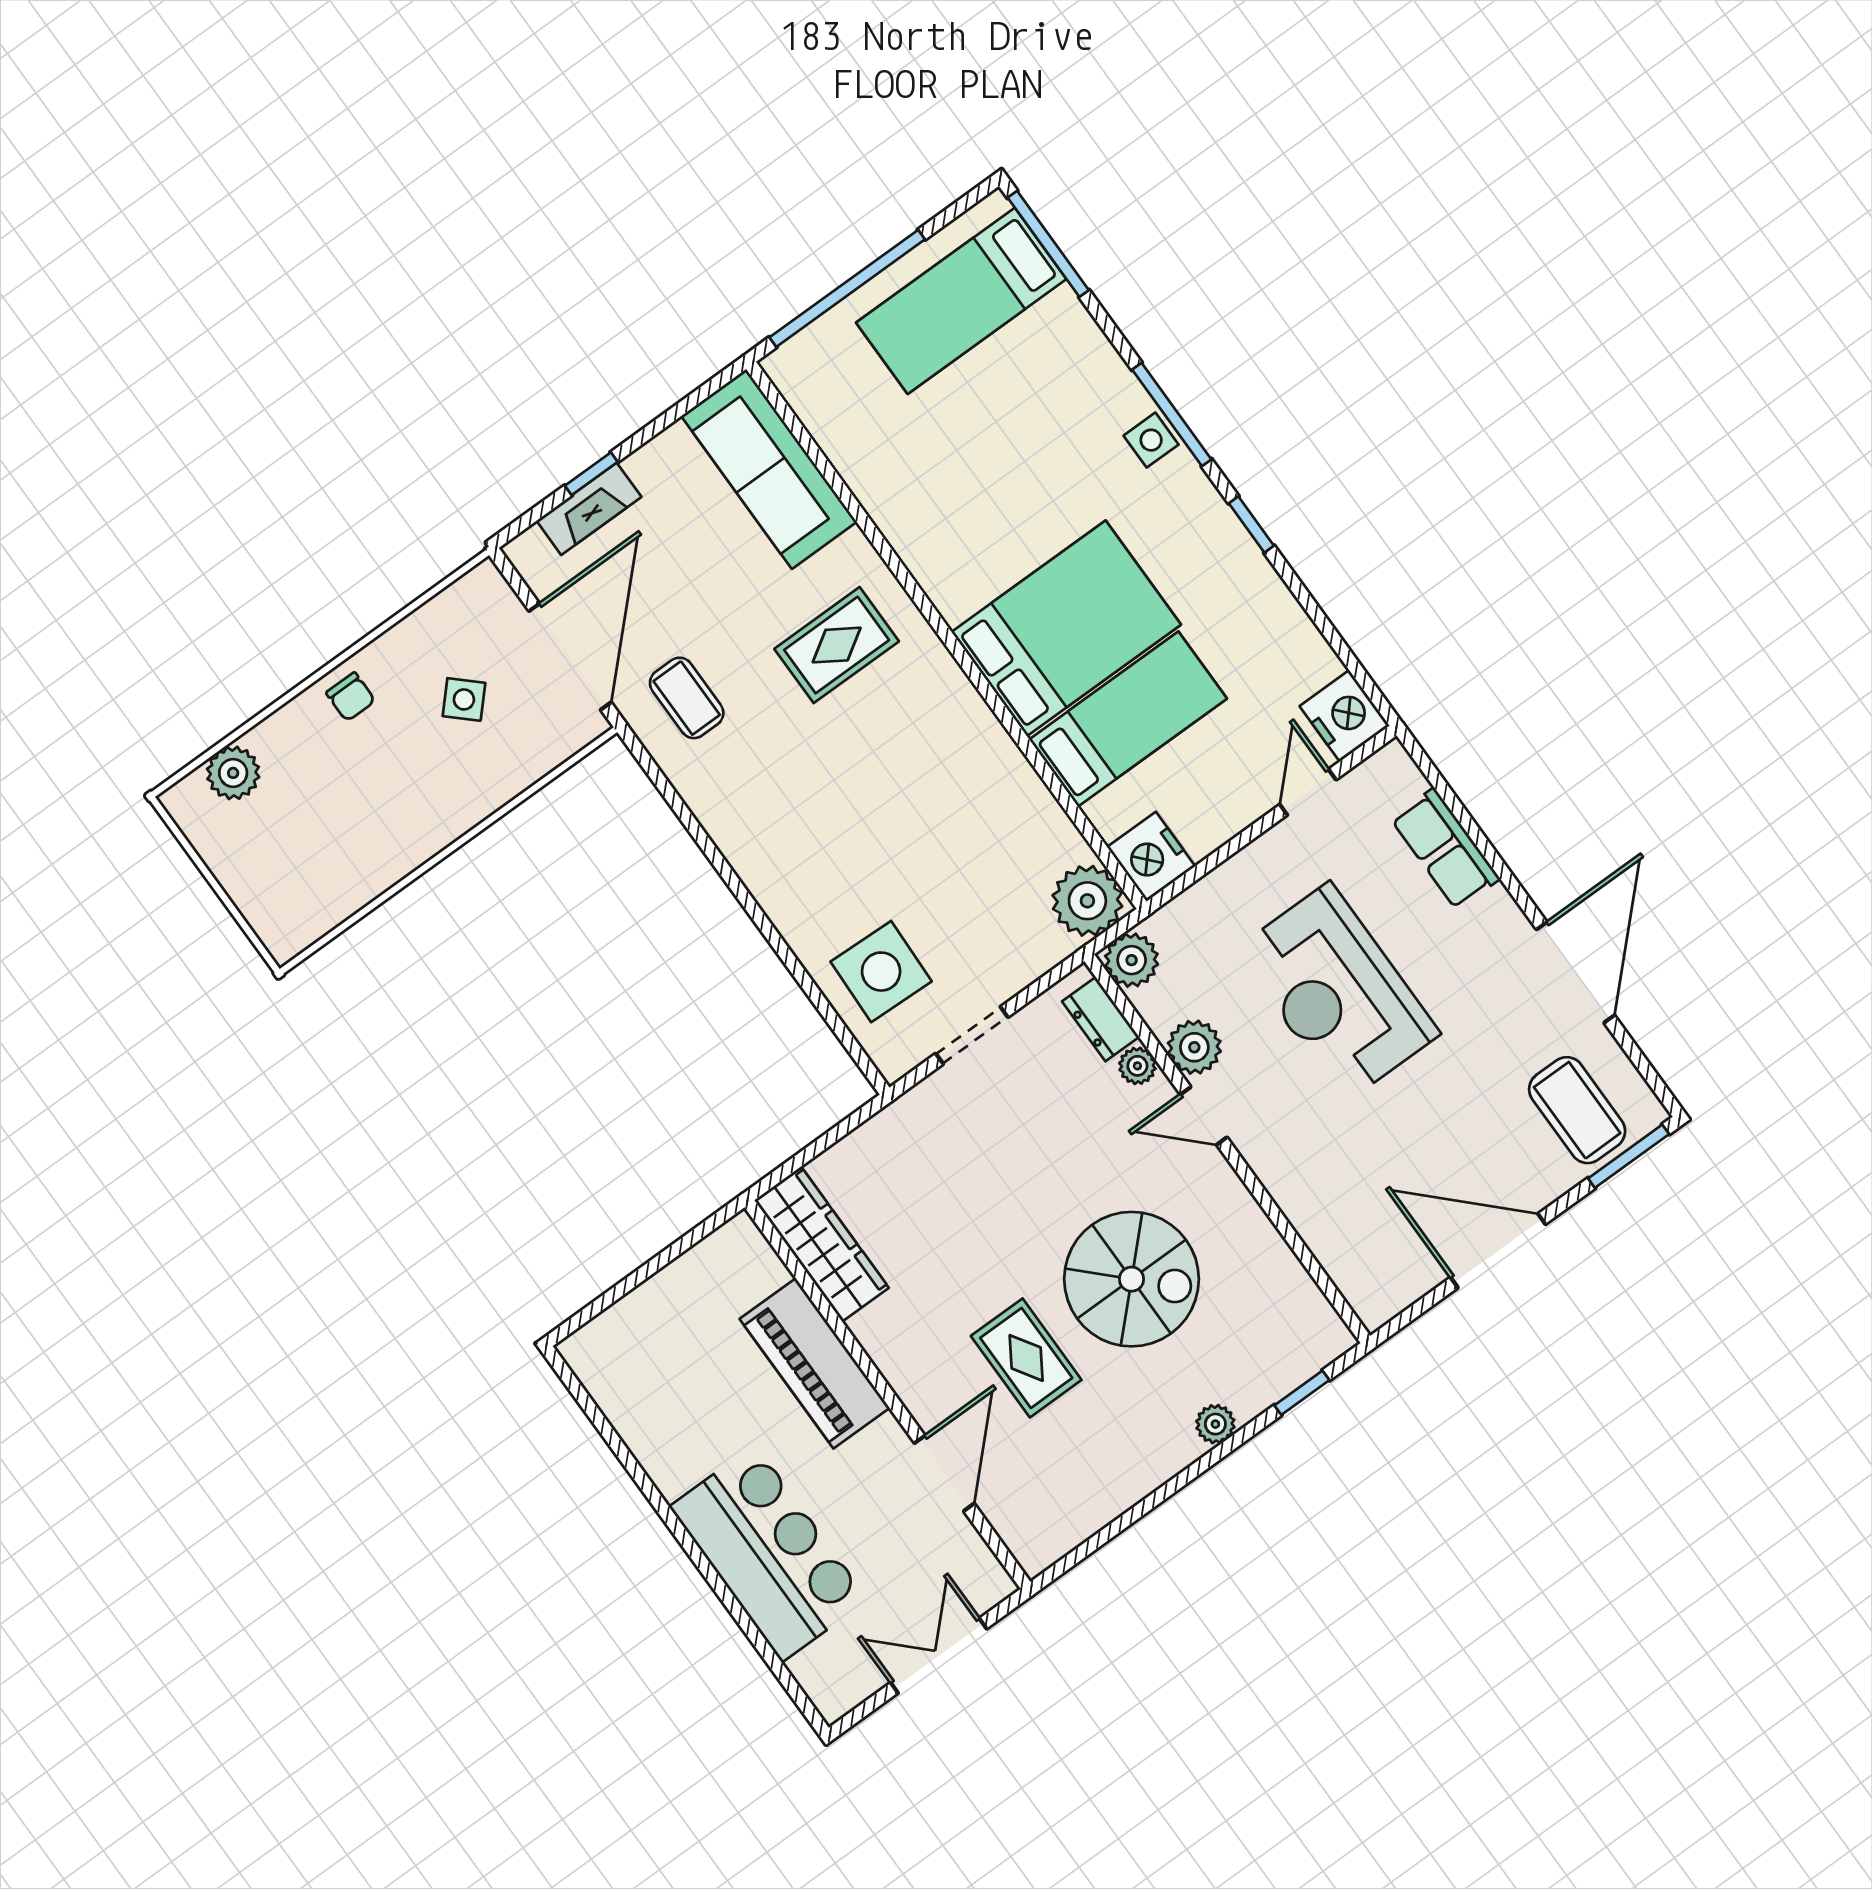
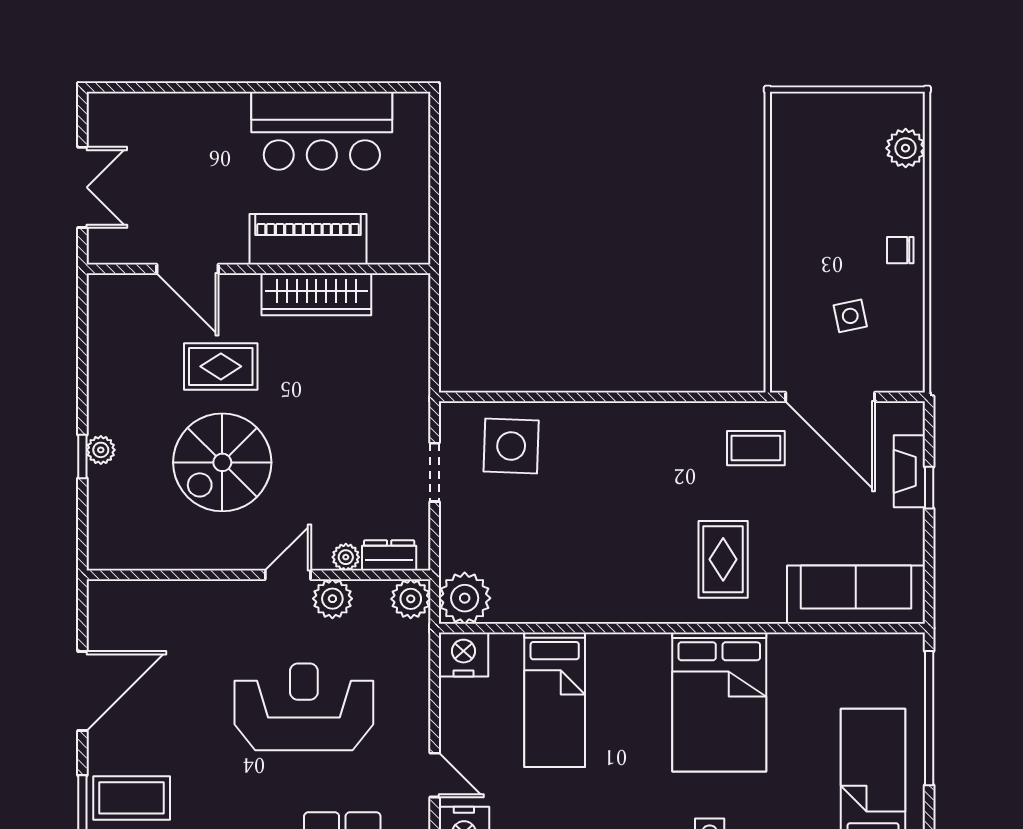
bed: (1066, 628) -> (719, 702), moved
side table: (464, 699) -> (850, 316), turned 35
wardrobe: (821, 1244) -> (316, 294), moved
window: (1302, 1393) -> (82, 456), moved
bar counter: (769, 1553) -> (322, 131), moved

